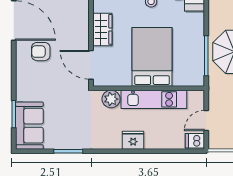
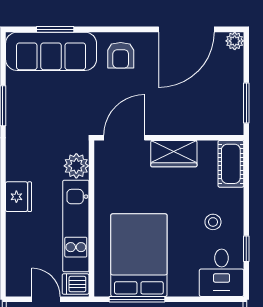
armchair: (41, 52) -> (121, 55), moved, turned 180
bed: (152, 57) -> (139, 255), moved, turned -90
sofa: (29, 126) -> (51, 51), width x1.36
dishwasher: (195, 141) -> (76, 284), moved, turned -90

